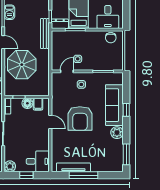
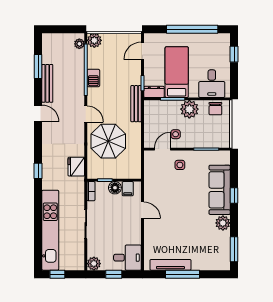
plant: (89, 38) -> (189, 109), added
armchair: (80, 118) -> (178, 206), removed

